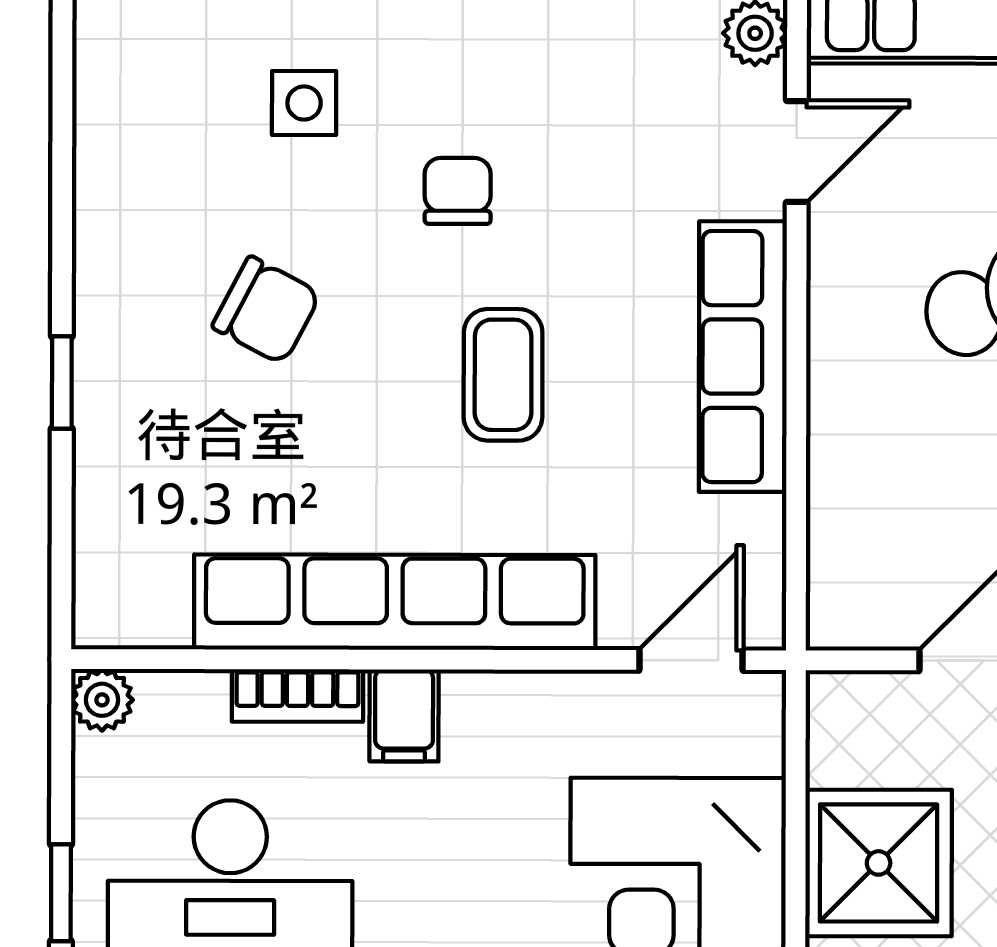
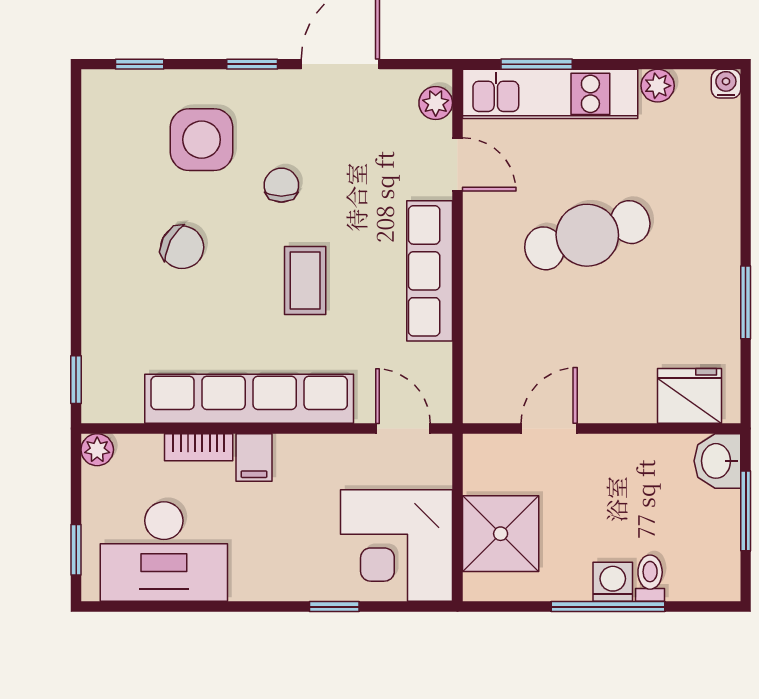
side table: (304, 103) -> (202, 140), width x1.87, depth x1.87
door: (797, 151) -> (457, 164), hinge flipped
window: (62, 383) -> (76, 380), moved
door: (691, 660) -> (403, 429), hinge flipped

